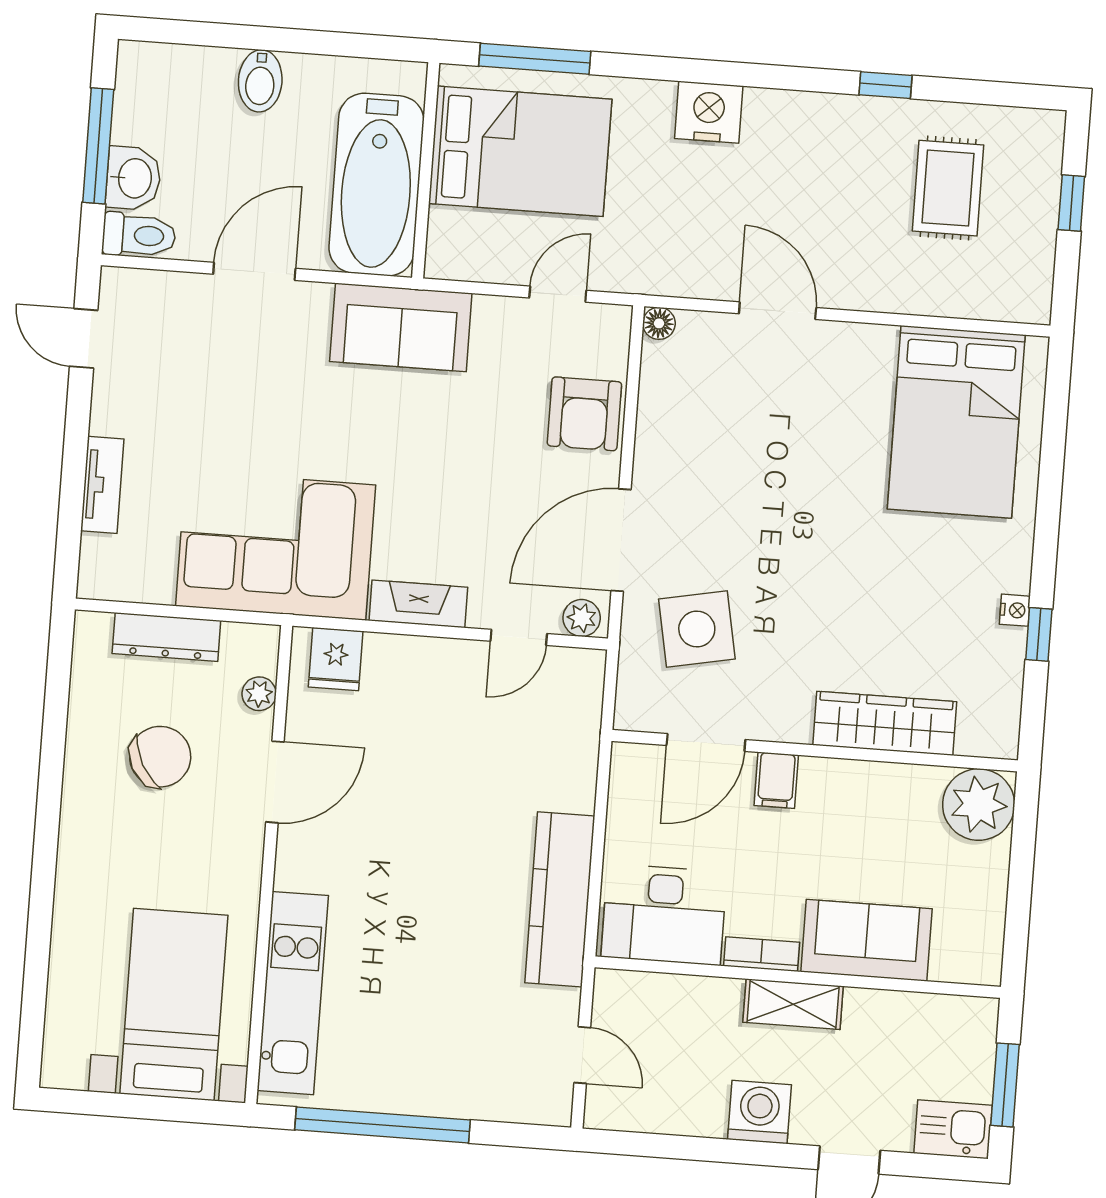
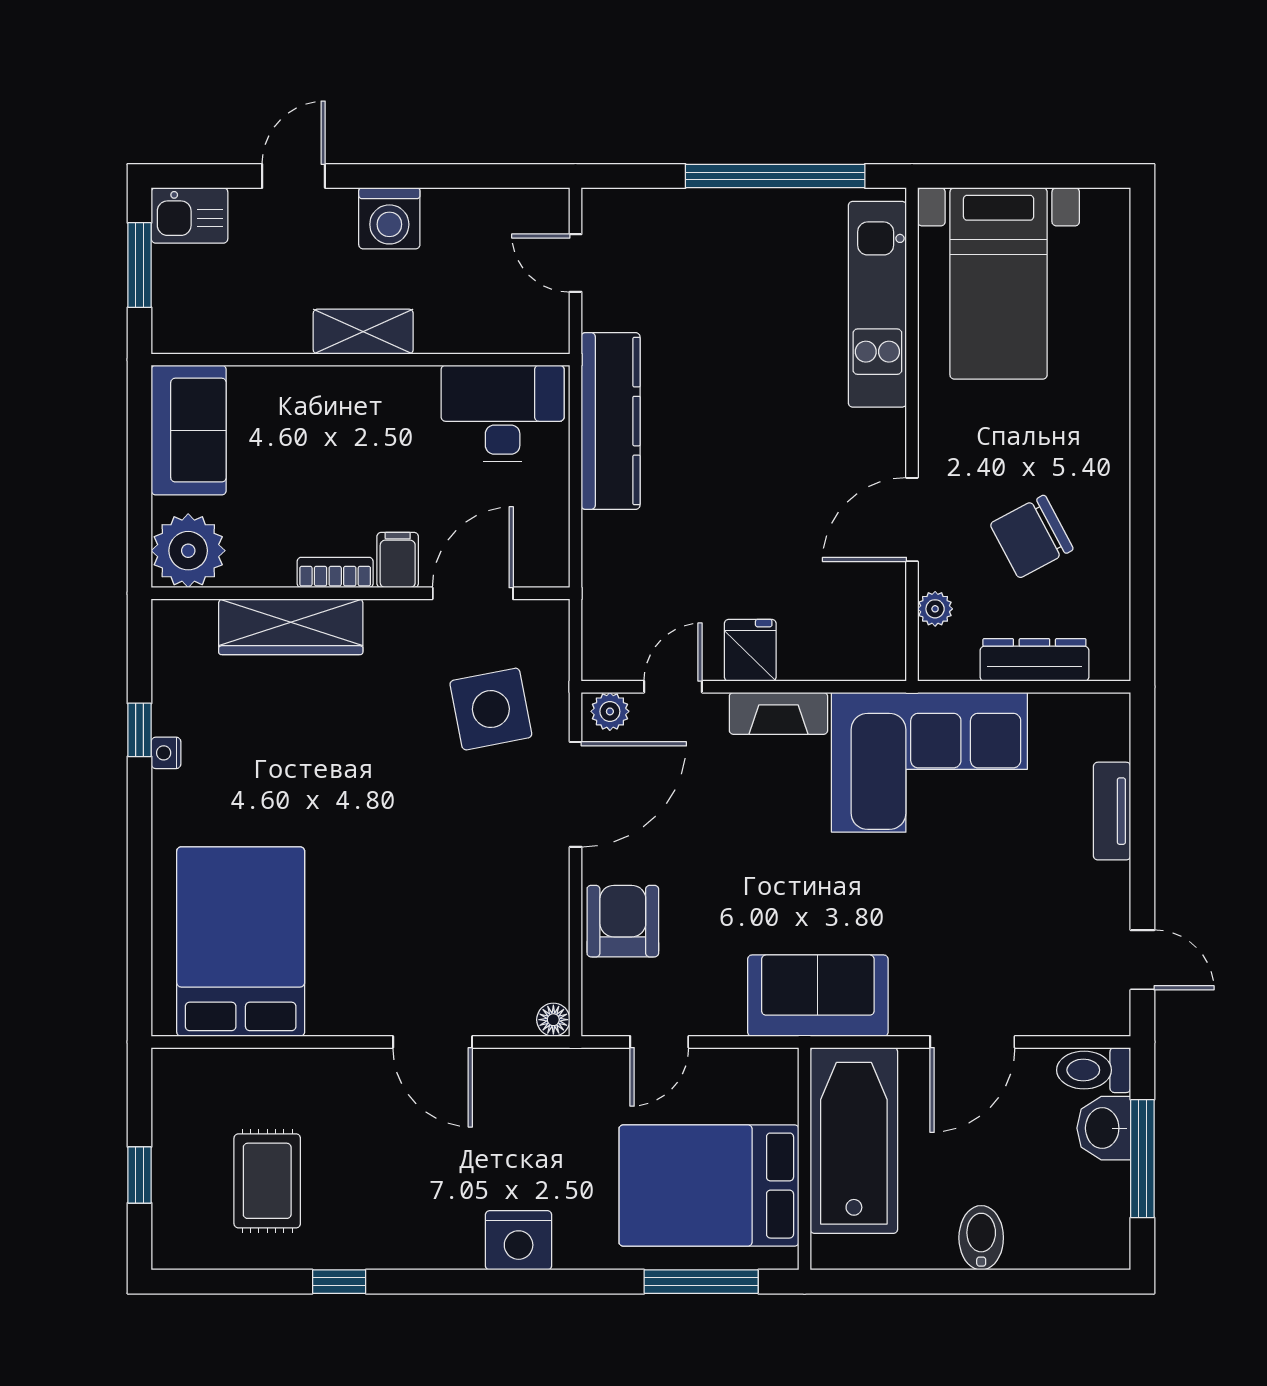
fridge: (336, 659) -> (750, 650), moved
sofa: (867, 940) -> (189, 430), moved, turned -90
bookcase: (762, 954) -> (335, 572), moved, turned 180

